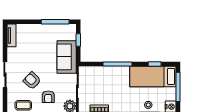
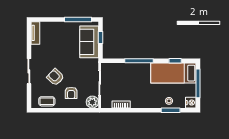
sofa: (67, 57) -> (89, 42), moved

